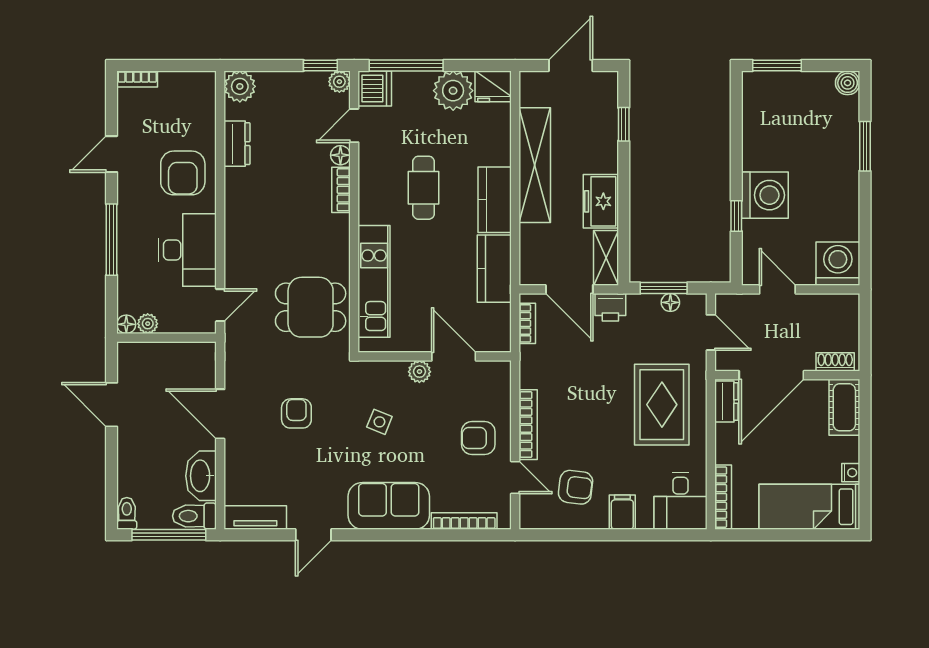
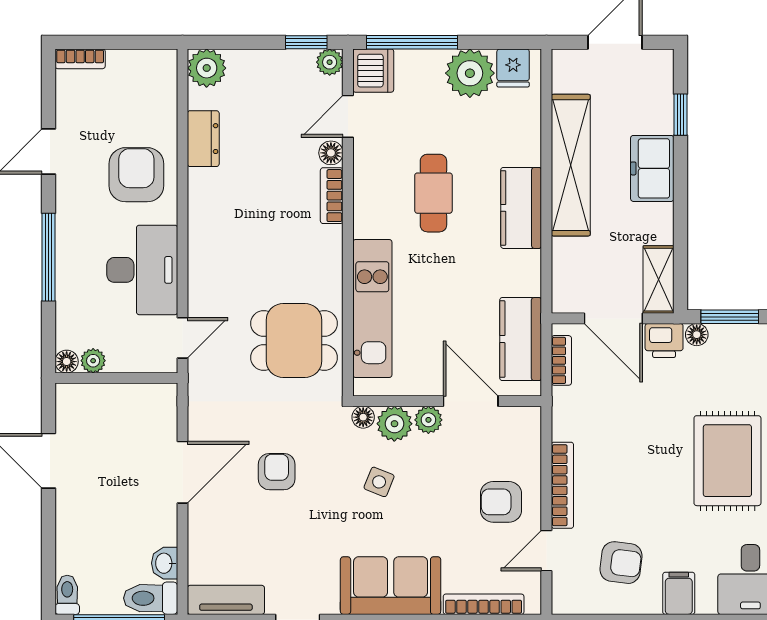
fridge: (493, 86) -> (513, 68), width x0.72
armchair: (183, 173) -> (136, 175), turned 180
freezer: (601, 201) -> (652, 168), moved
kitchen counter: (494, 269) -> (521, 339), moved
floor lamp: (670, 302) -> (697, 335), moved
floor lamp: (367, 369) -> (363, 417), added
plant: (392, 375) -> (394, 424), added
door: (220, 414) -> (182, 472), swing flipped
washbasin: (201, 476) -> (165, 563), width x0.52, depth x0.69
door: (515, 477) -> (546, 551), swing flipped

